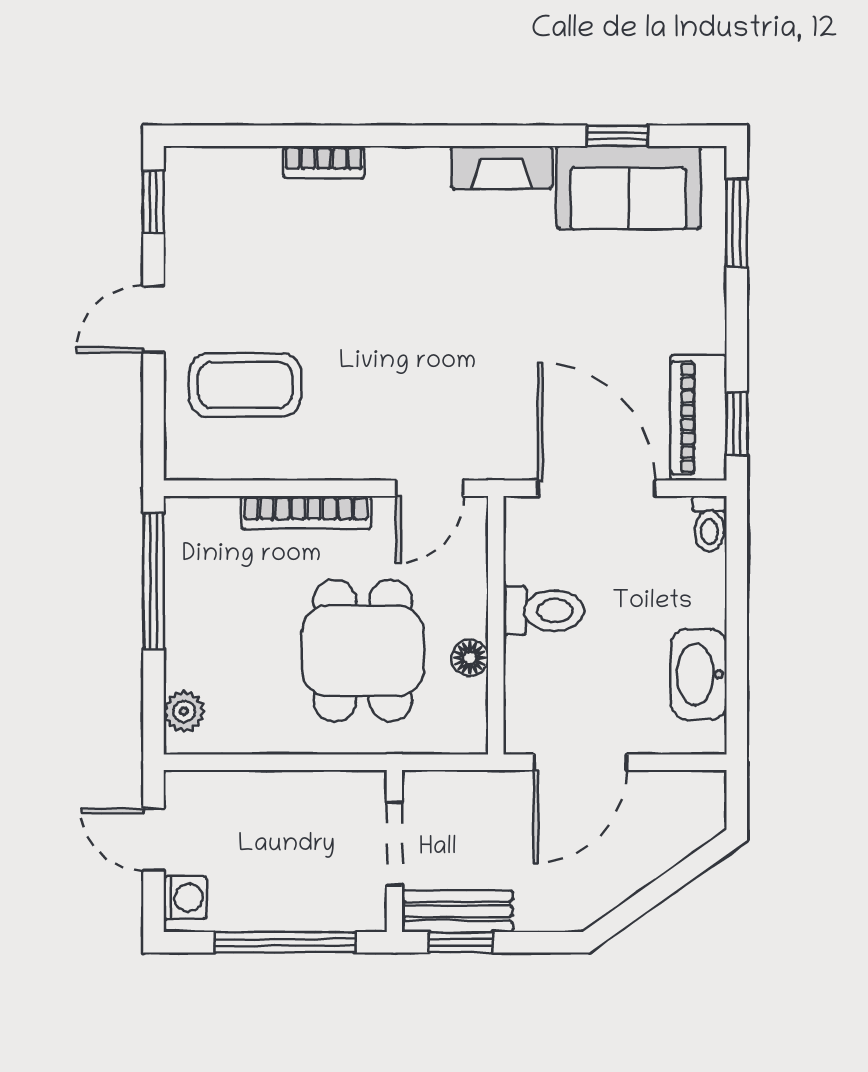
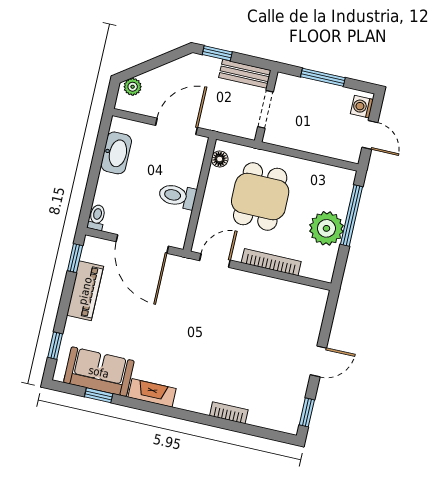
window: (737, 223) -> (55, 346), width x0.67
coffee table: (245, 385) -> (285, 324), removed
piano: (699, 418) -> (85, 291), moved
window: (153, 581) -> (352, 215), moved
floor lamp: (470, 658) -> (220, 159), moved
plant: (184, 711) -> (326, 228), moved, width x1.88, depth x1.88
plant: (696, 827) -> (133, 87), added
window: (285, 942) -> (323, 77), width x0.69
window: (461, 942) -> (217, 53), moved

